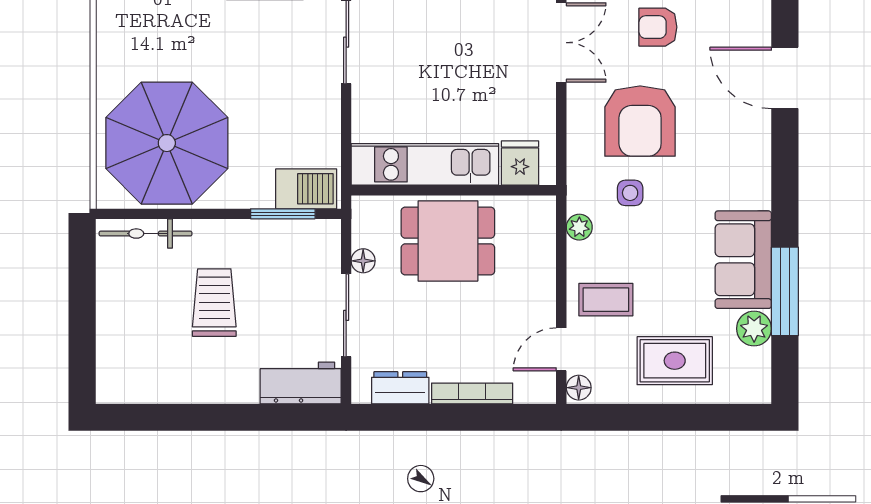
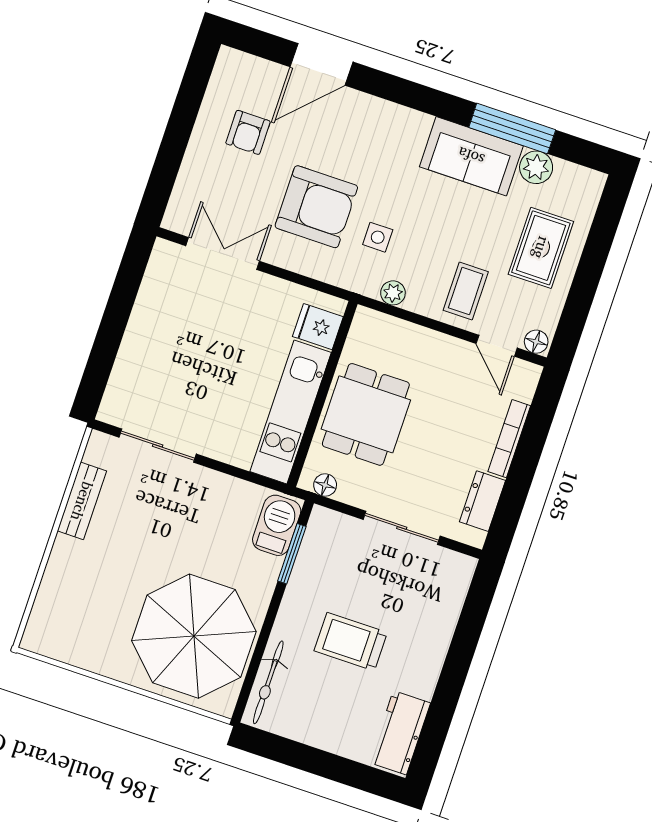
armchair: (658, 27) -> (248, 132), moved
floor lamp: (363, 261) -> (325, 485), moved
workbench: (301, 383) -> (400, 733), moved

